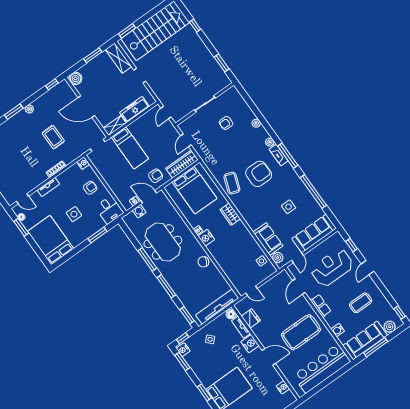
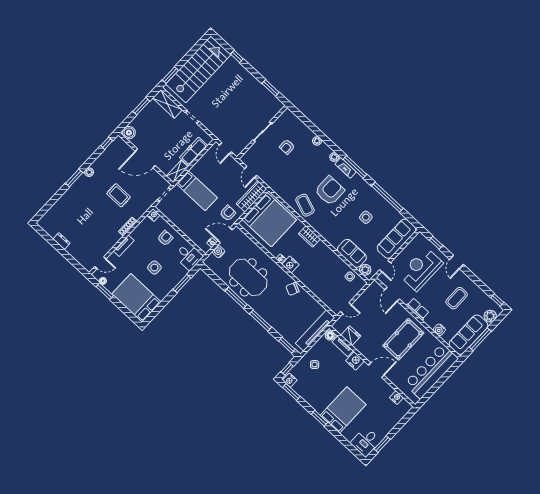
bed: (194, 190) -> (269, 220), width x1.36

